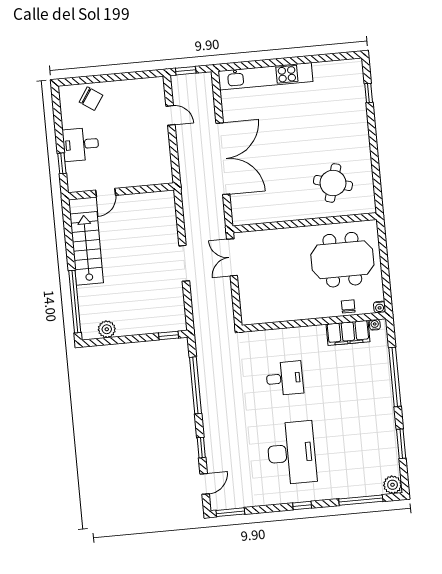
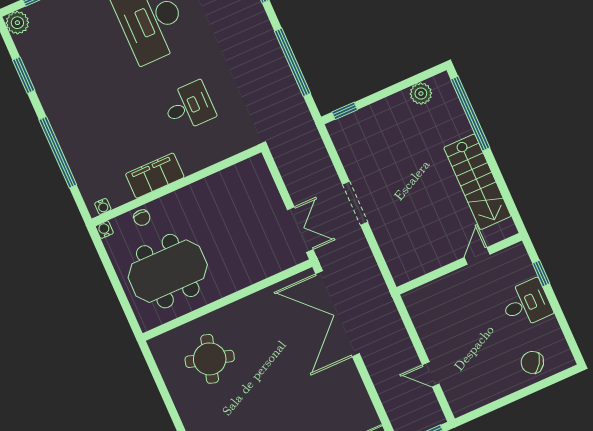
double door: (223, 159) -> (338, 314), moved
filing cabinet: (348, 333) -> (155, 176), moved
desk: (285, 378) -> (189, 106), turned 180

